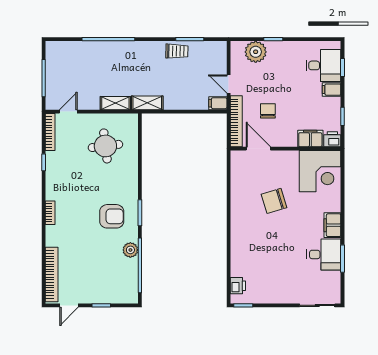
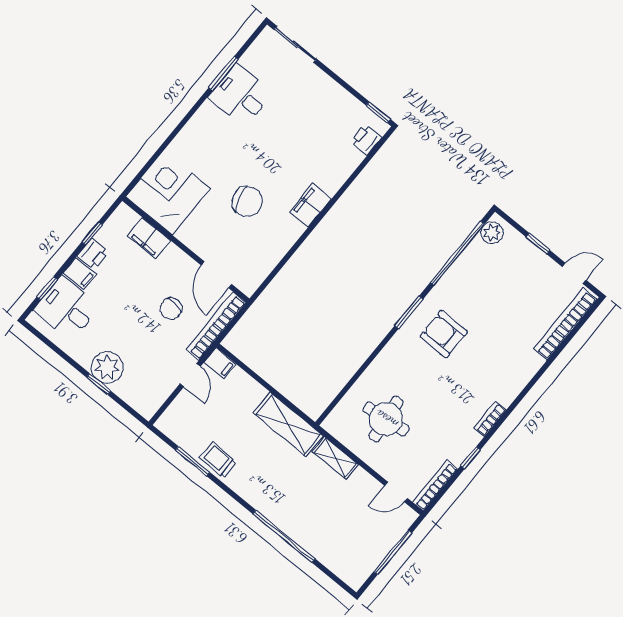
plant: (256, 52) -> (107, 367), moved
shelving: (147, 103) -> (288, 424), width x1.50, depth x1.33
printer: (332, 139) -> (93, 254), moved, turned -90
bookcase: (50, 213) -> (490, 419), moved
filing cabinet: (332, 225) -> (311, 205), moved, turned 180
plant: (130, 250) -> (492, 233), moved

